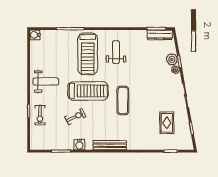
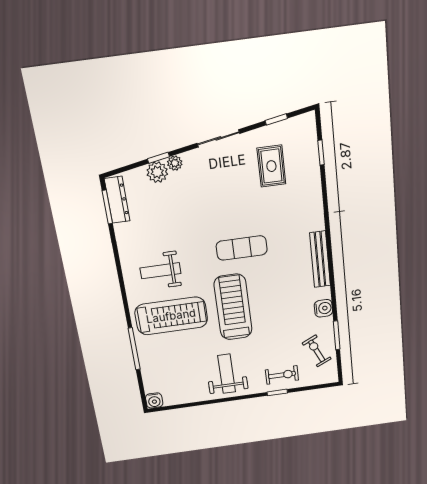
exercise bike: (75, 117) -> (317, 351), moved
rug: (167, 123) -> (271, 166), turned 90

